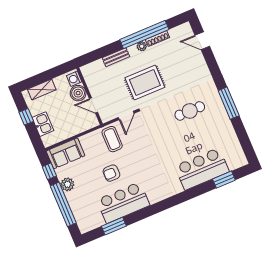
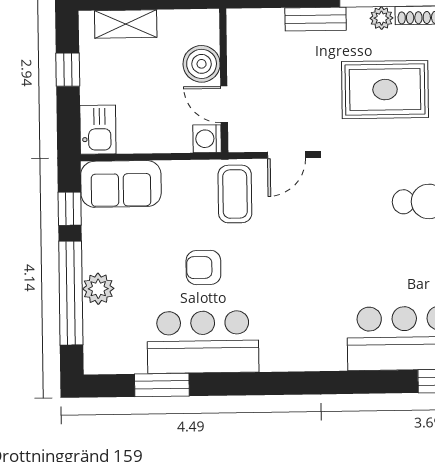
washing machine: (74, 79) -> (207, 139), moved
rug: (145, 82) -> (385, 90), moved
kitchen sink: (43, 124) -> (98, 130), moved
plant: (67, 184) -> (98, 289), moved

